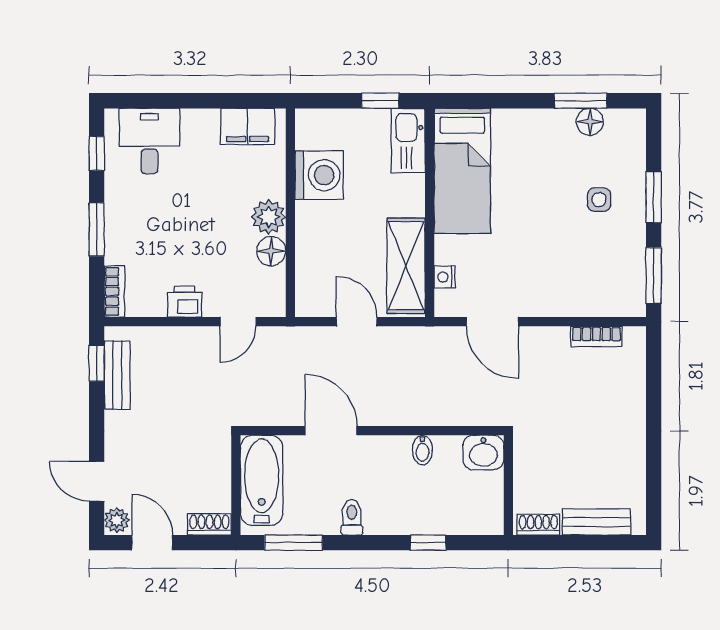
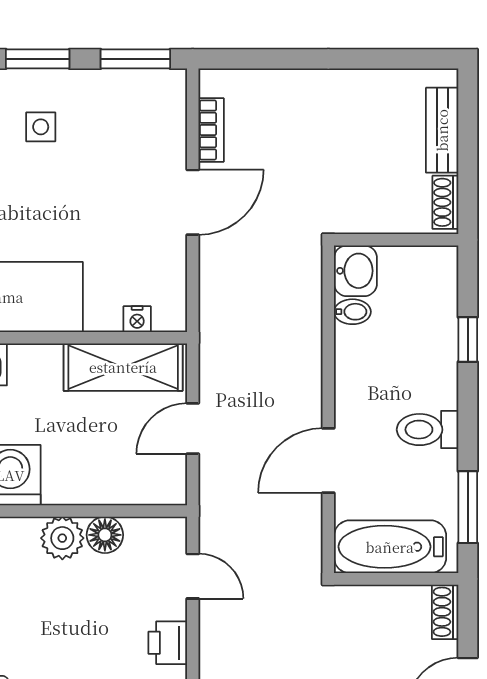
door: (492, 322) -> (193, 202), moved
bidet: (422, 450) -> (352, 312), moved
toilet: (352, 517) -> (428, 430), width x1.37, depth x1.39

